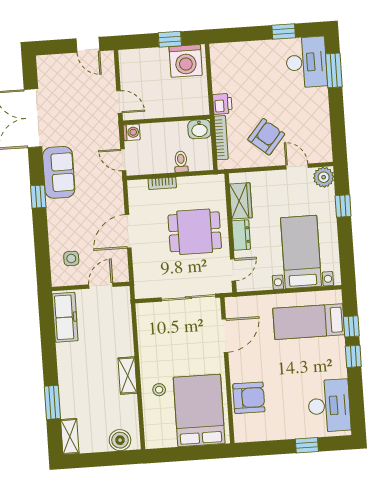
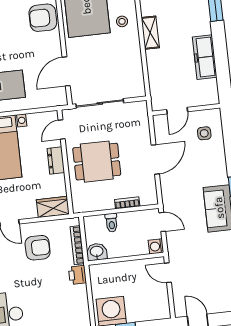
armchair: (266, 137) -> (38, 248), turned -130
wardrobe: (241, 201) -> (53, 207), moved, turned 90
freezer: (65, 317) -> (205, 57), moved

